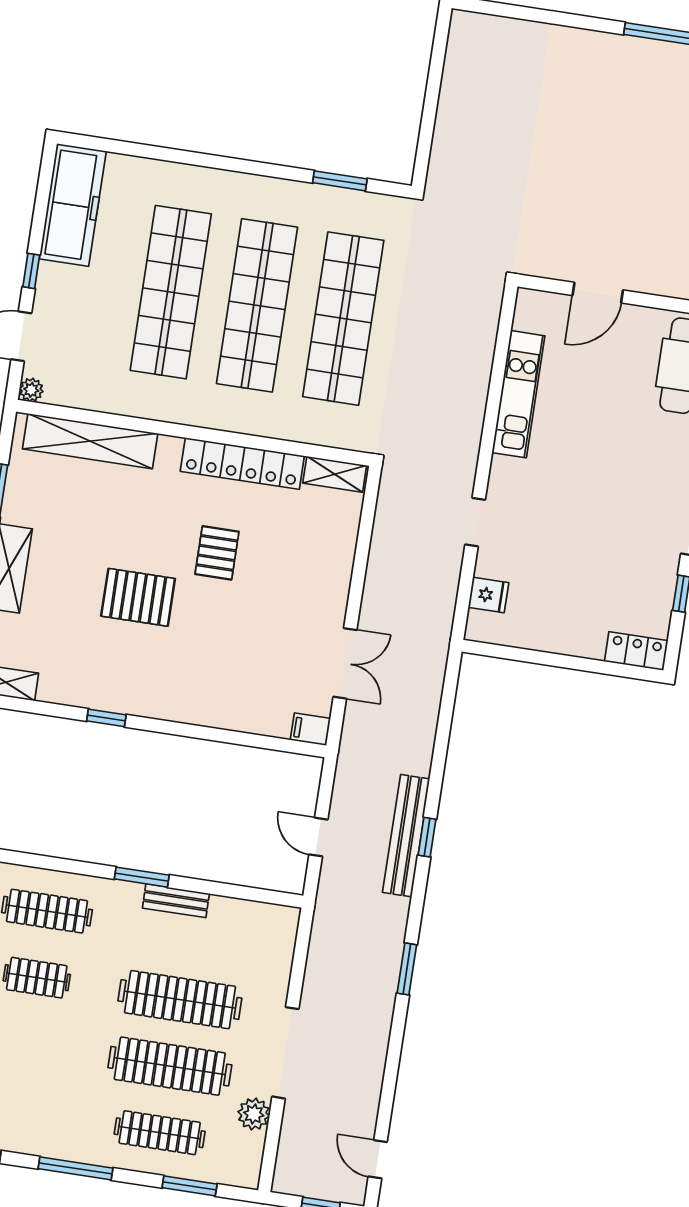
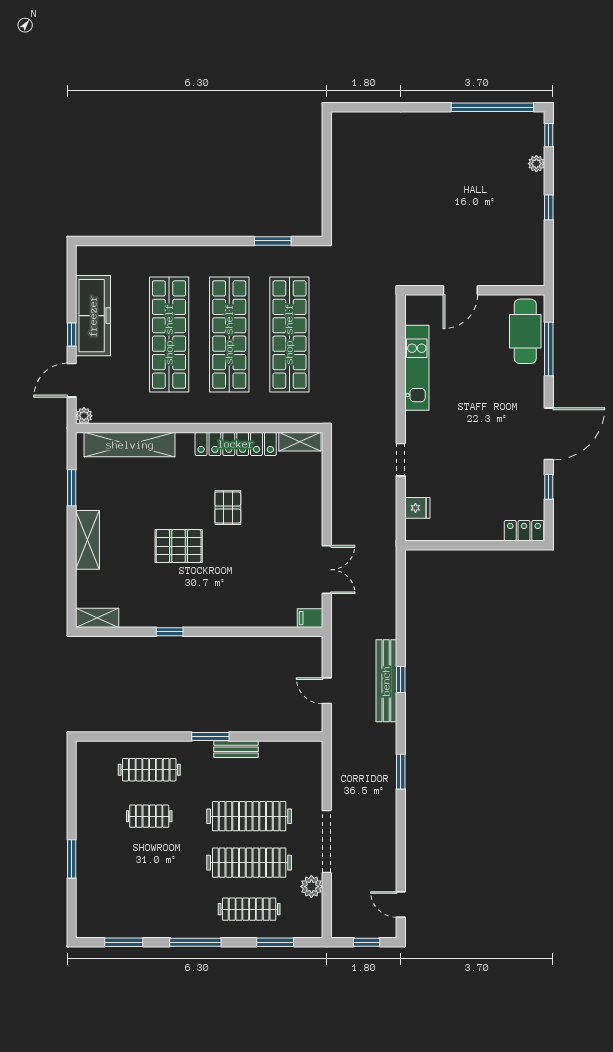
freezer: (73, 205) -> (93, 316), moved

